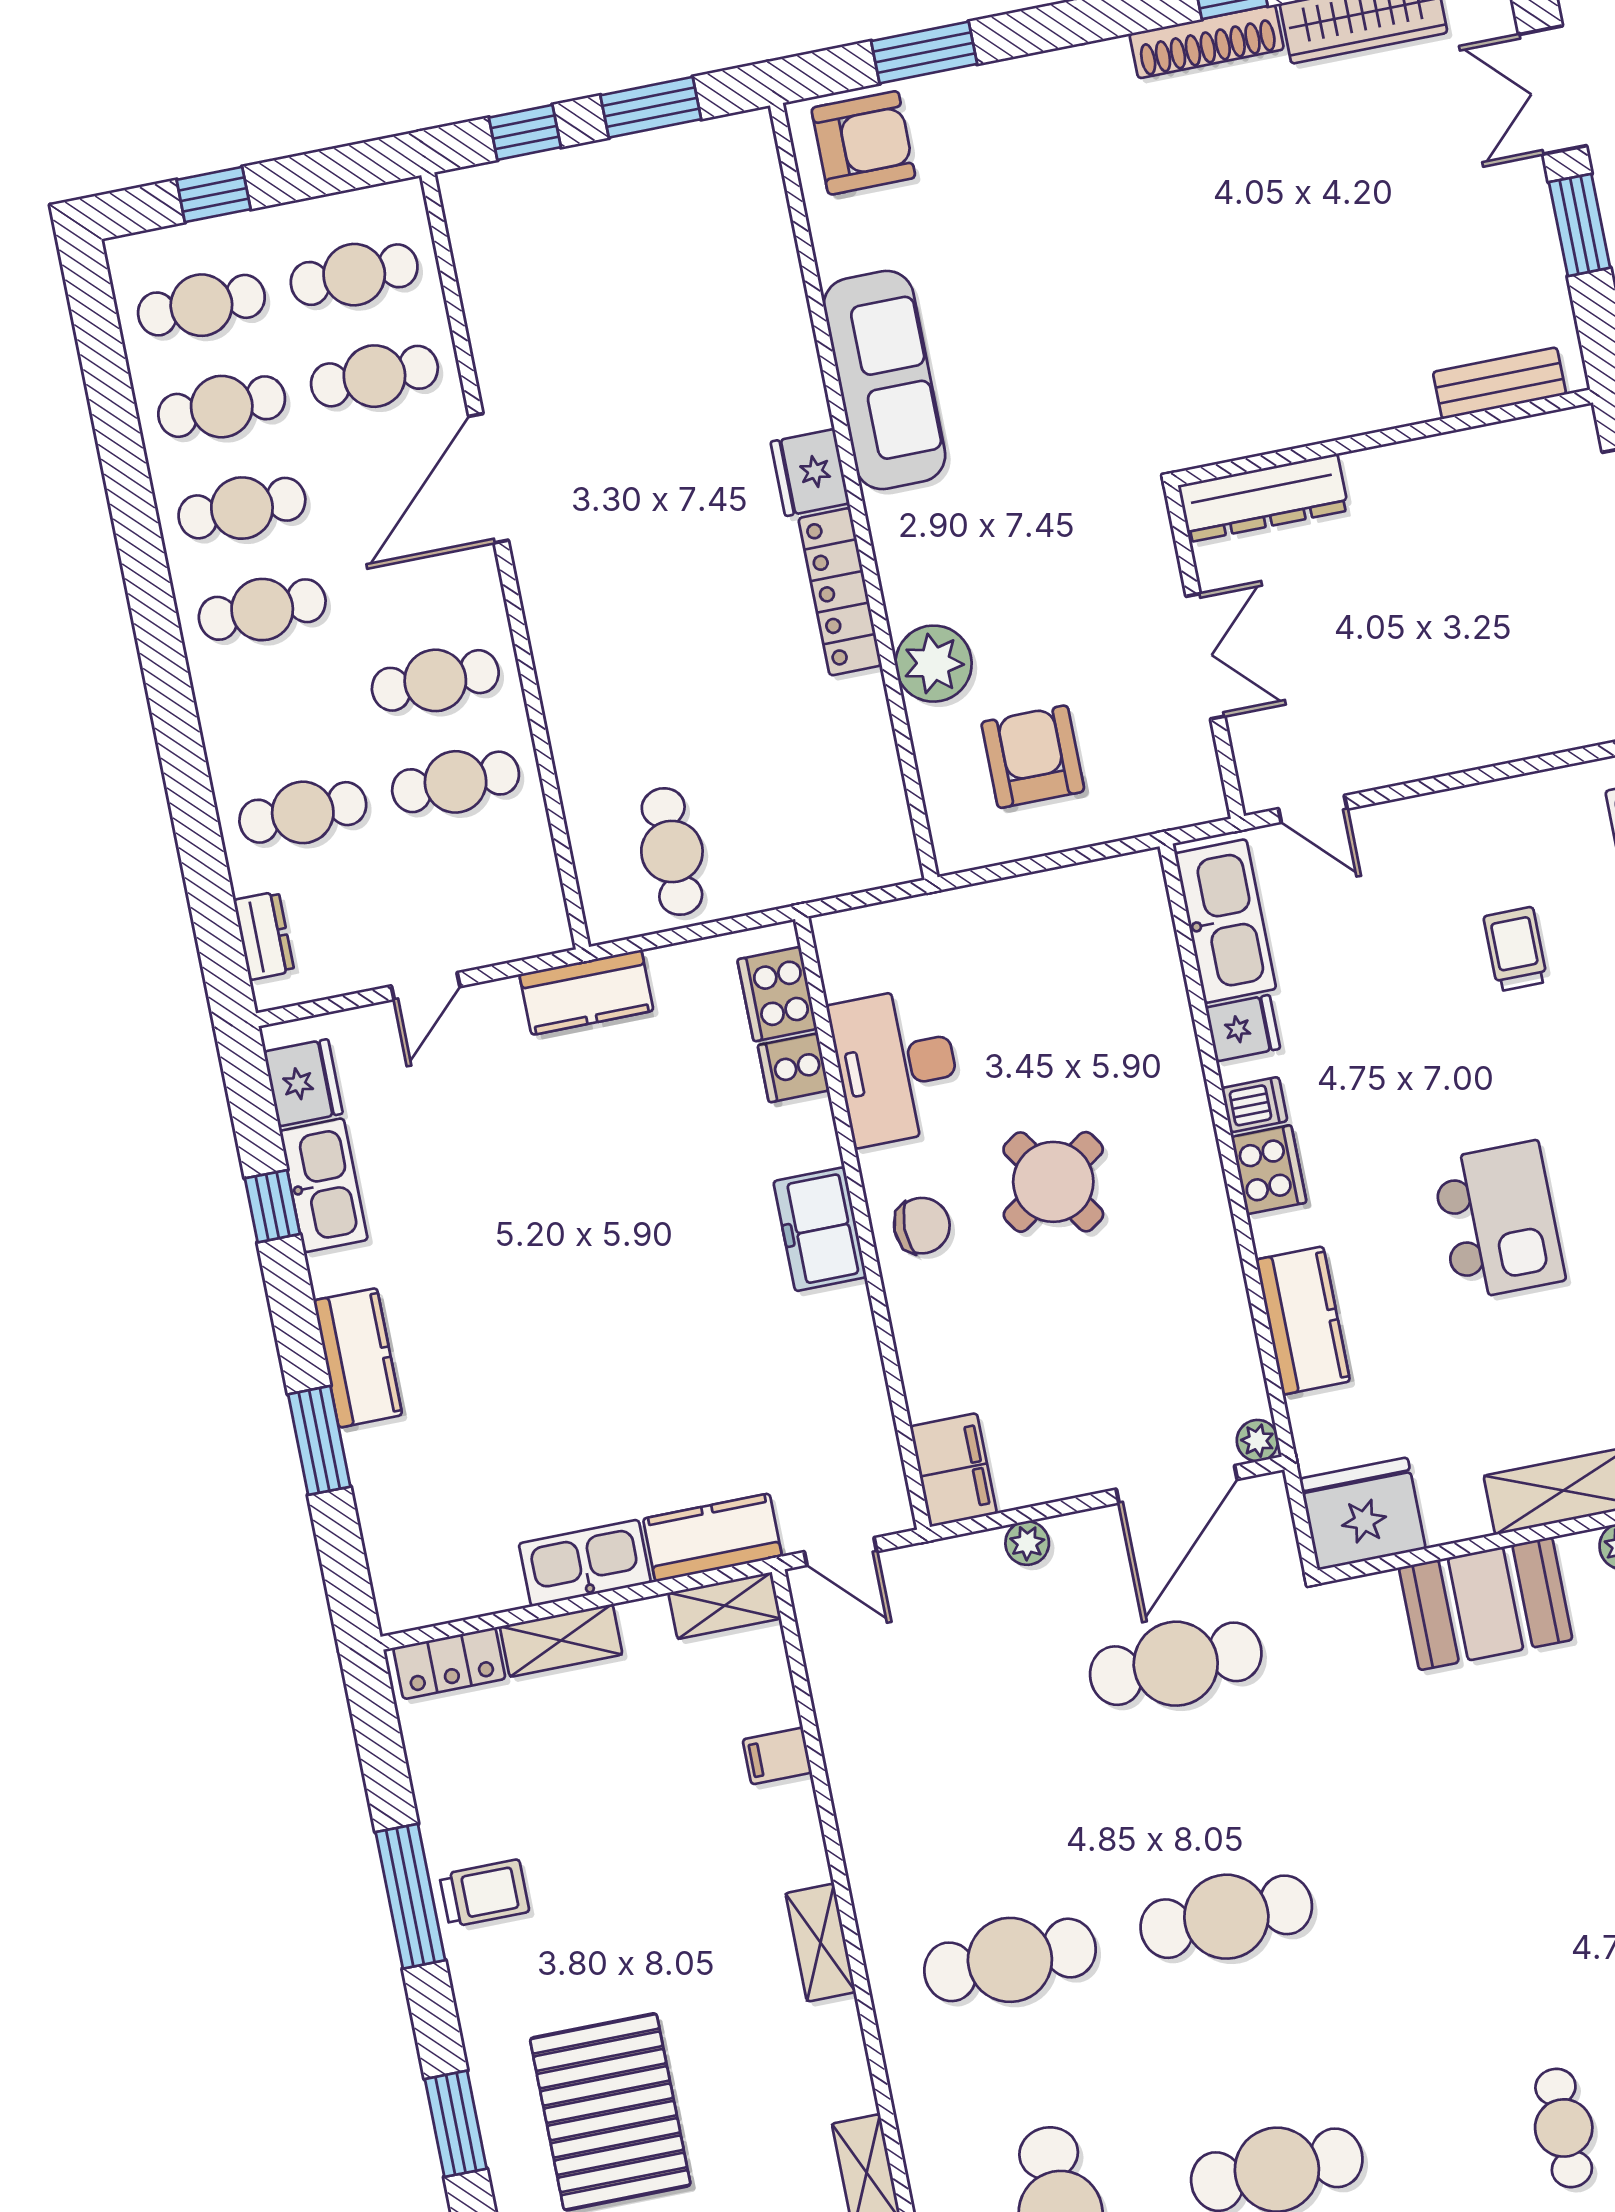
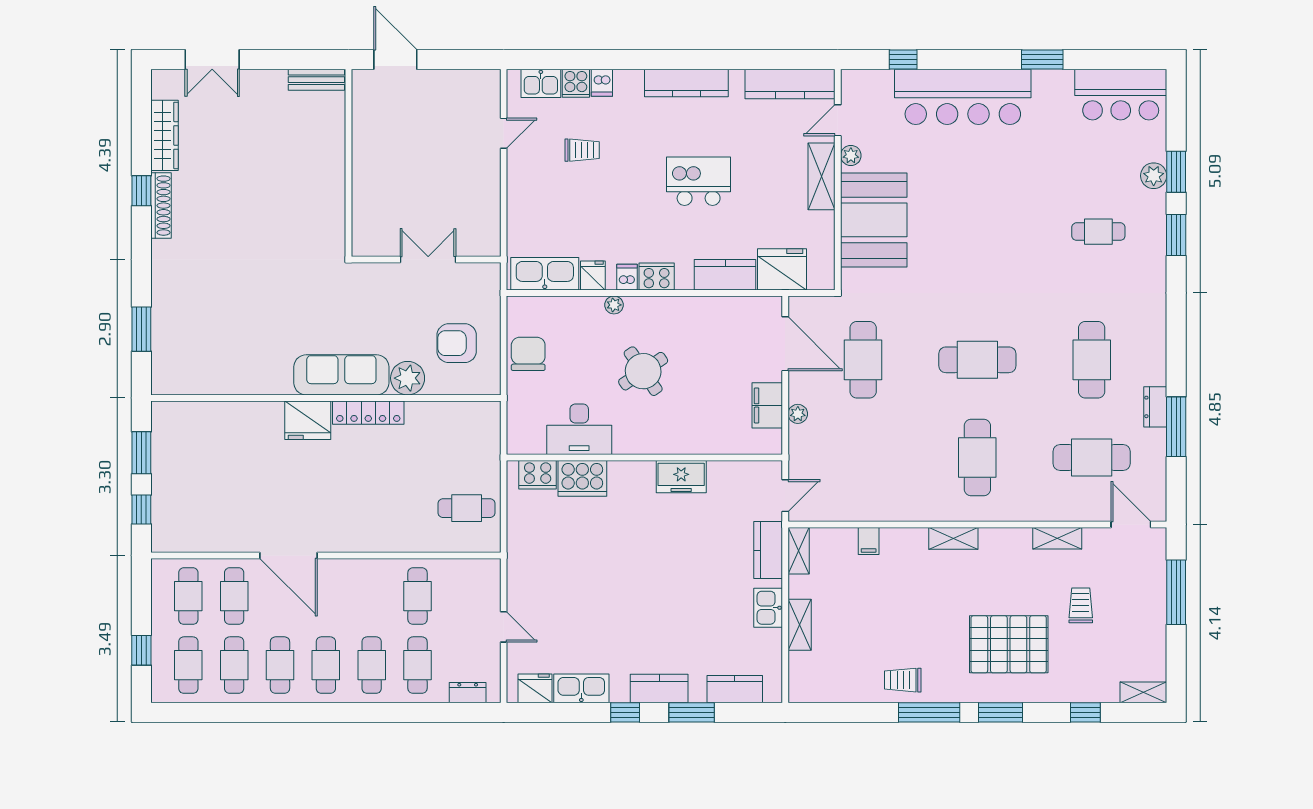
armchair: (863, 143) -> (175, 363), removed
window: (1580, 225) -> (273, 59), removed
sofa: (884, 380) -> (341, 375), moved
bench: (1499, 383) -> (316, 80), moved, turned 90
fridge: (810, 473) -> (308, 420), width x1.36, depth x1.34
dresser: (1263, 498) -> (364, 221), removed
cafe table: (435, 680) -> (372, 665), moved
door: (1313, 809) -> (504, 133), moved
trolley: (1515, 949) -> (582, 150), turned 180
kitchen counter: (586, 992) -> (735, 689), moved, turned -90
cooker: (793, 1068) -> (582, 478), width x1.87, depth x1.31
window: (272, 1206) -> (625, 712), moved
chair: (922, 1226) -> (528, 354), moved, width x1.37, depth x1.37
freezer: (820, 1229) -> (681, 477), moved
plant: (1257, 1441) -> (614, 305), moved
filing cabinet: (953, 1470) -> (767, 405), moved, turned -90
fridge: (1363, 1514) -> (782, 269), moved, turned 90
kitchen sink: (585, 1563) -> (768, 608), width x0.73
booth: (1486, 1604) -> (874, 220), width x1.36, depth x1.42
locker: (449, 1663) -> (800, 675), removed
trolley: (484, 1893) -> (903, 680), turned -90
window: (410, 1896) -> (929, 712), moved
cafe table: (1226, 1917) -> (977, 360), turned 90

